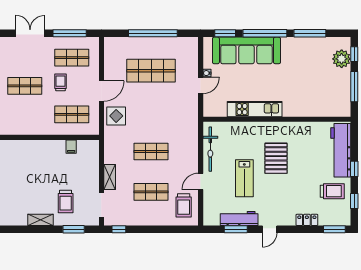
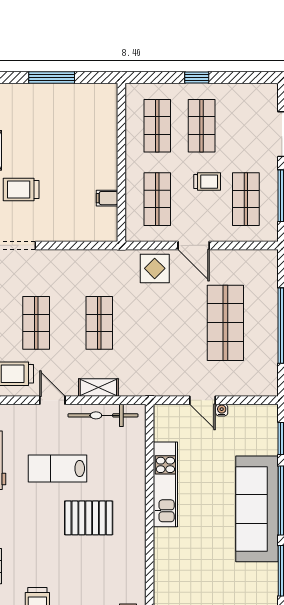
sofa: (246, 50) -> (257, 509), moved
shop shelf: (25, 114) -> (157, 126), added
shelving: (110, 177) -> (98, 388), moved

